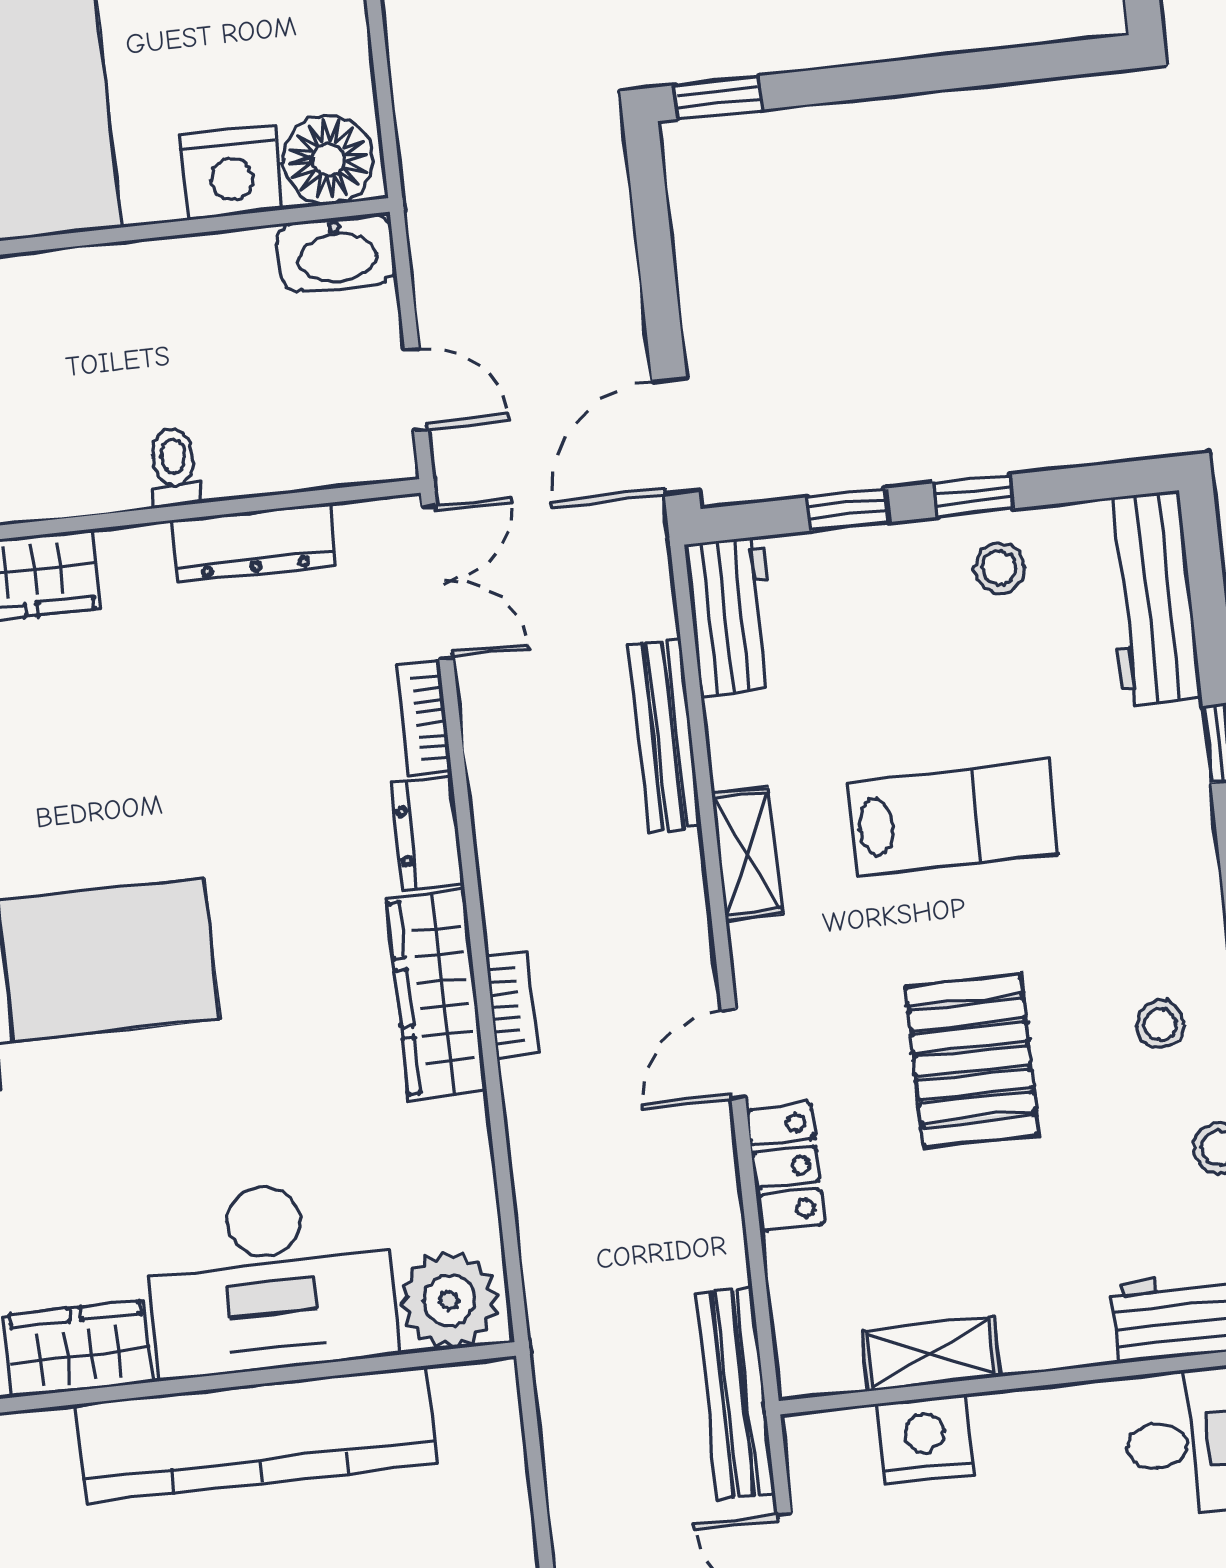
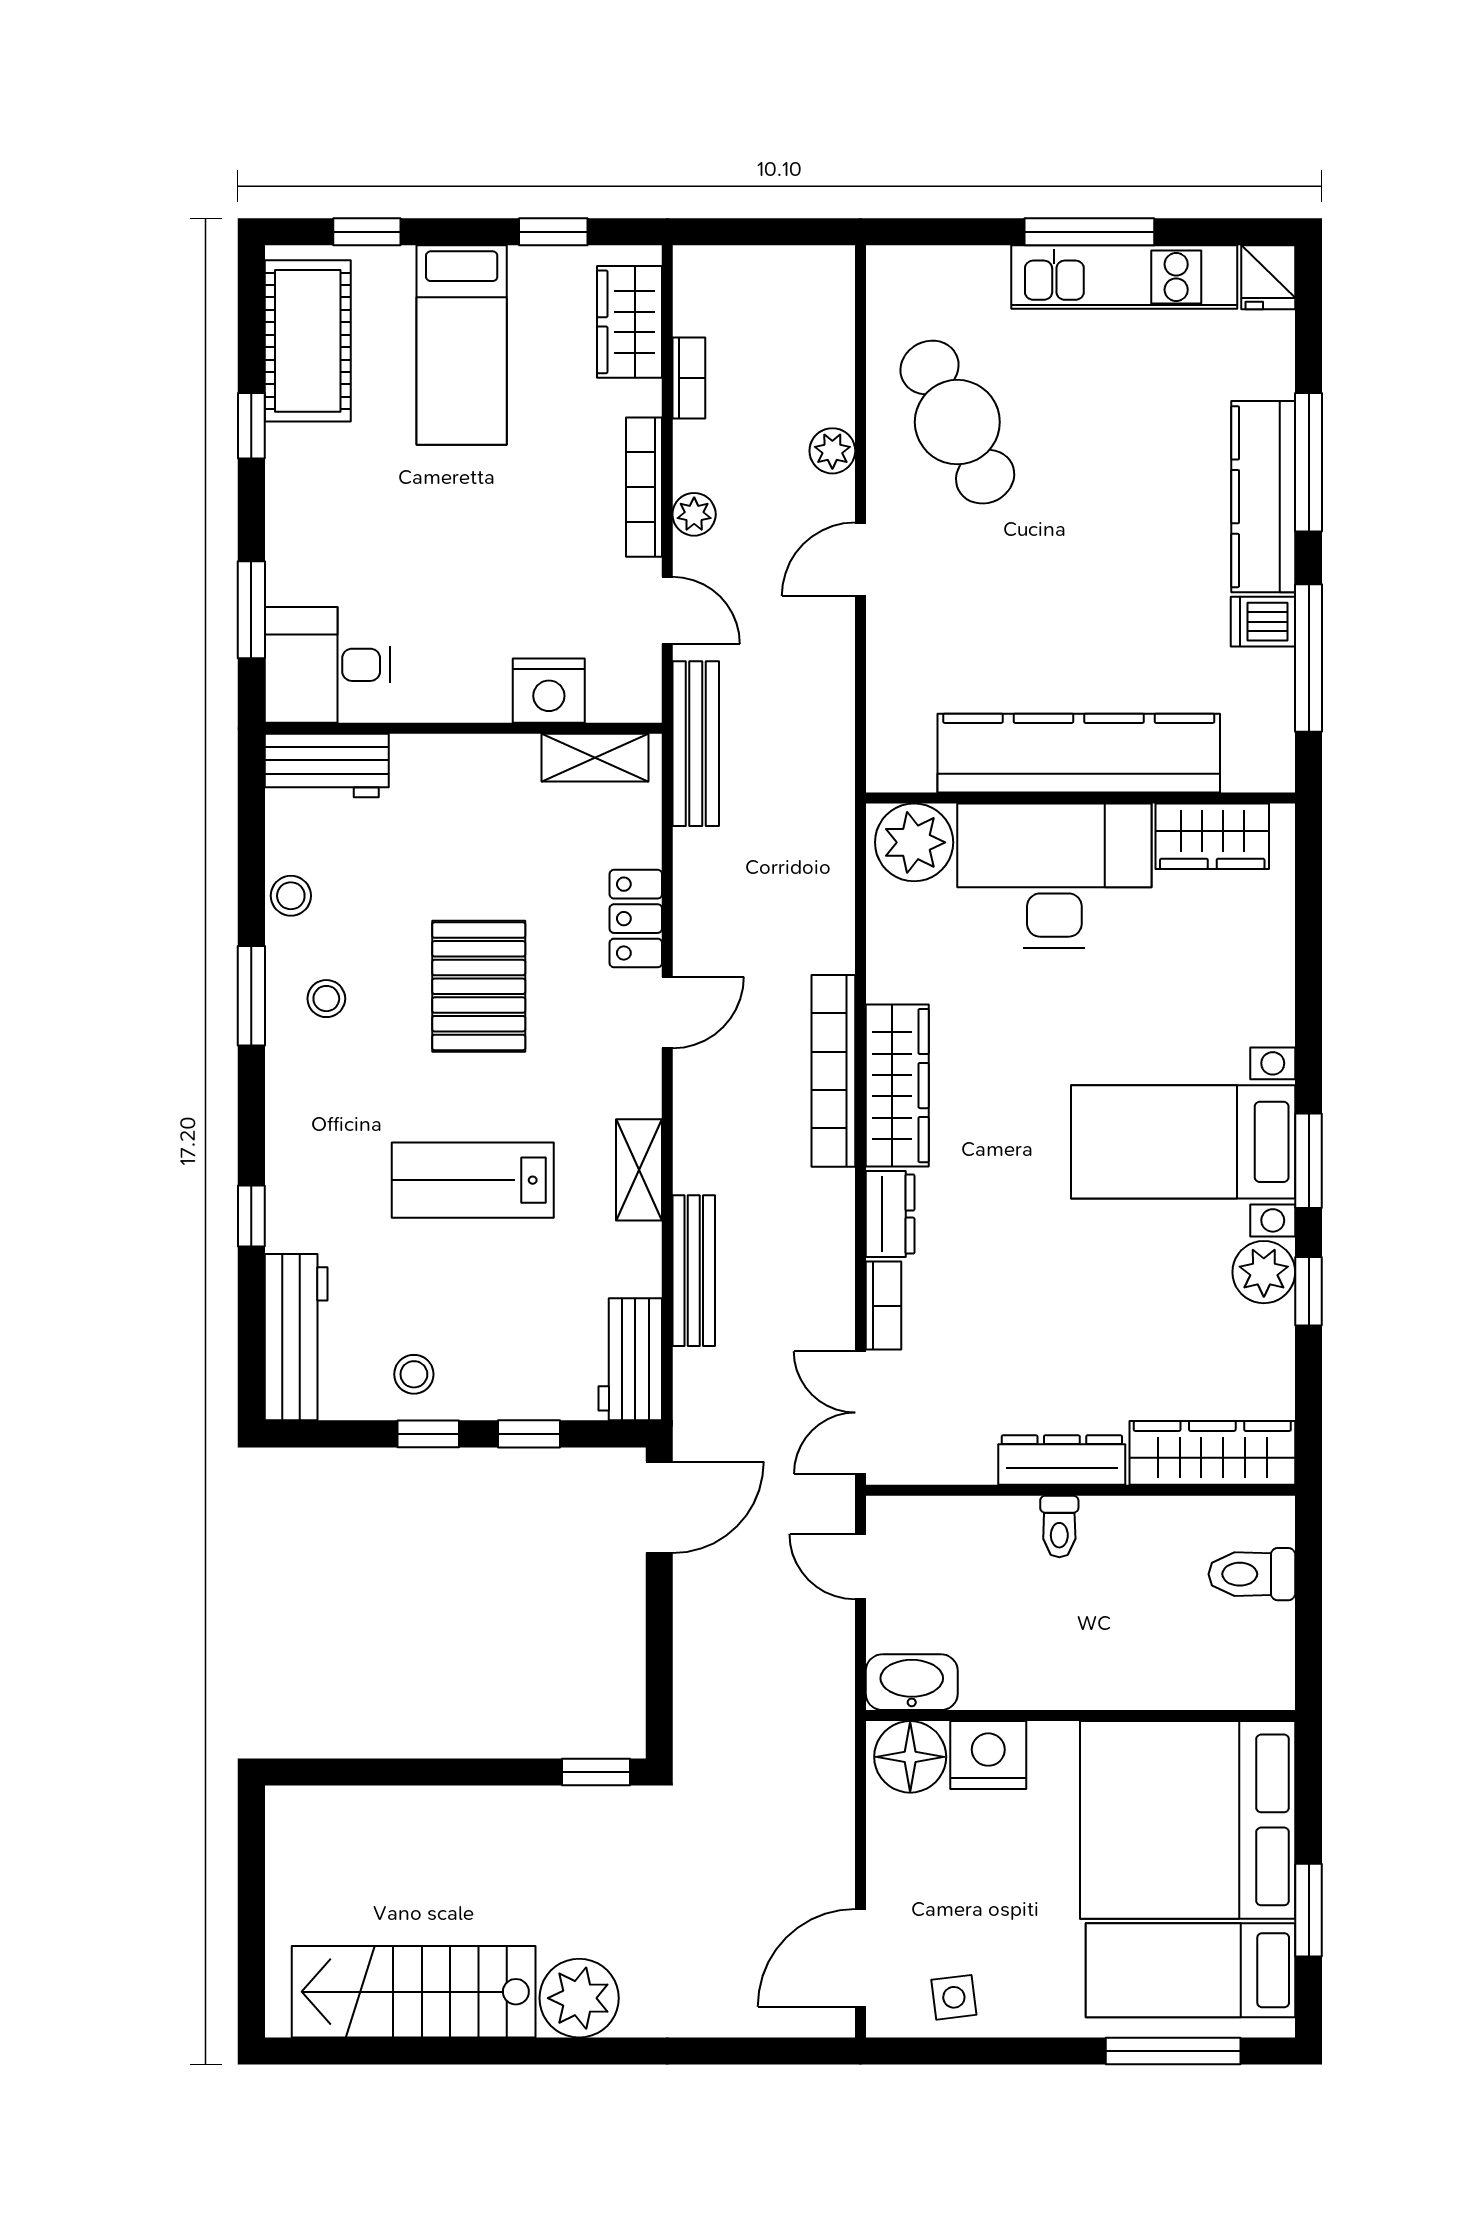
dresser: (253, 542) -> (1062, 1460), moved
bookcase: (512, 1005) -> (833, 1071), width x2.31, depth x1.31
shelving: (931, 1354) -> (595, 758), moved

